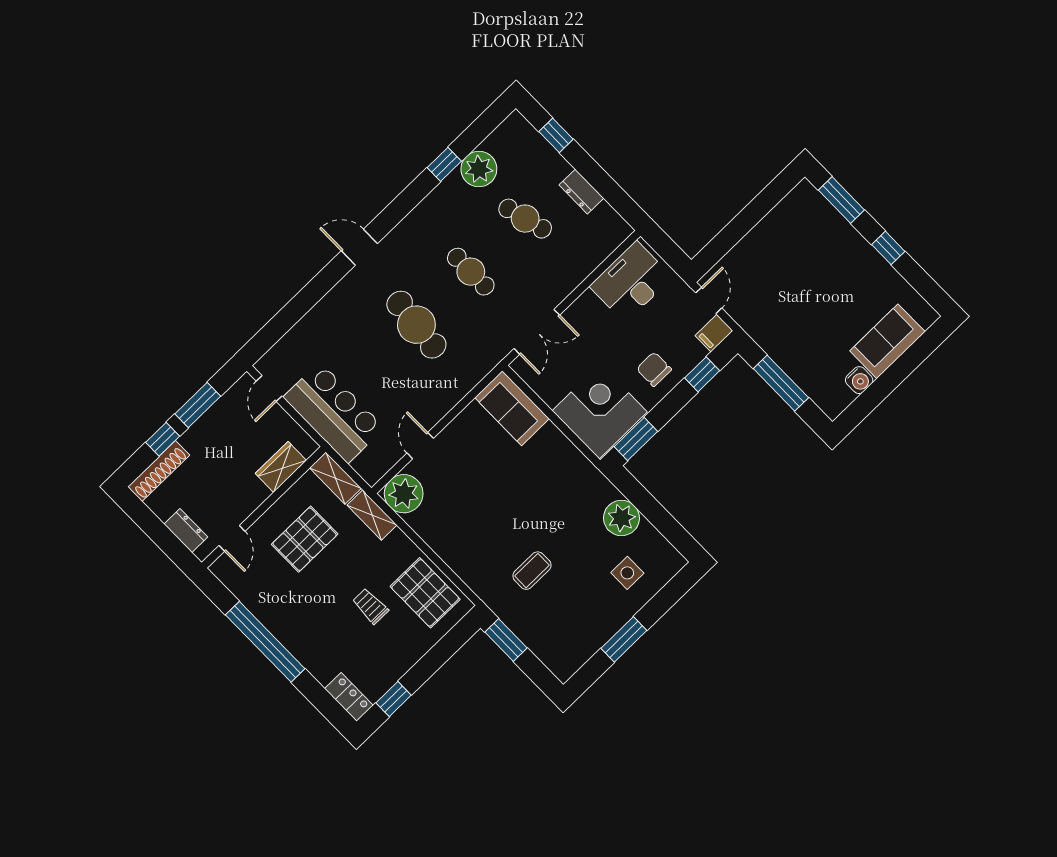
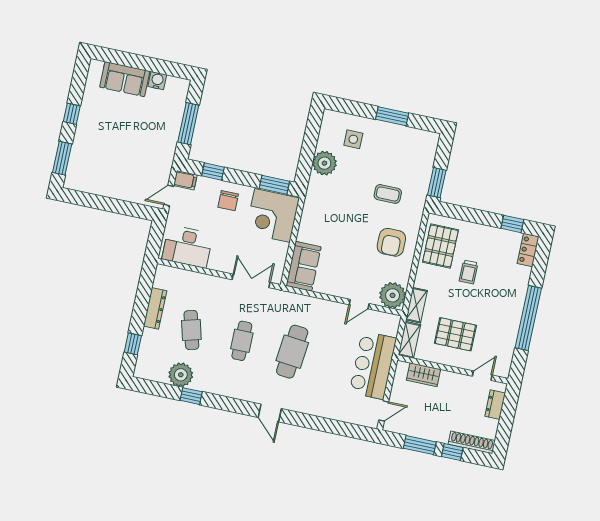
dresser: (581, 192) -> (155, 308), width x1.44
armchair: (470, 536) -> (391, 242), added

